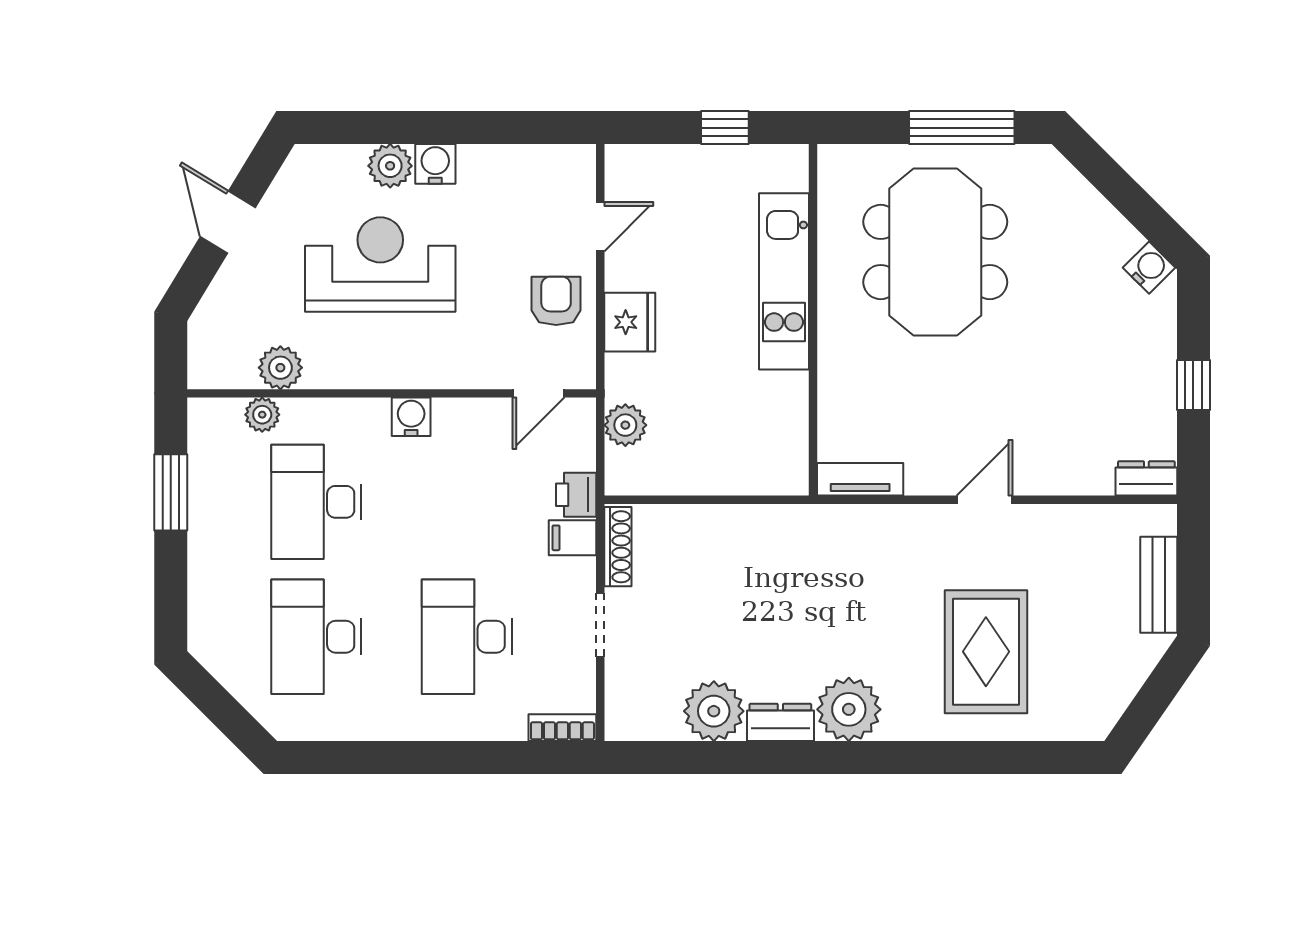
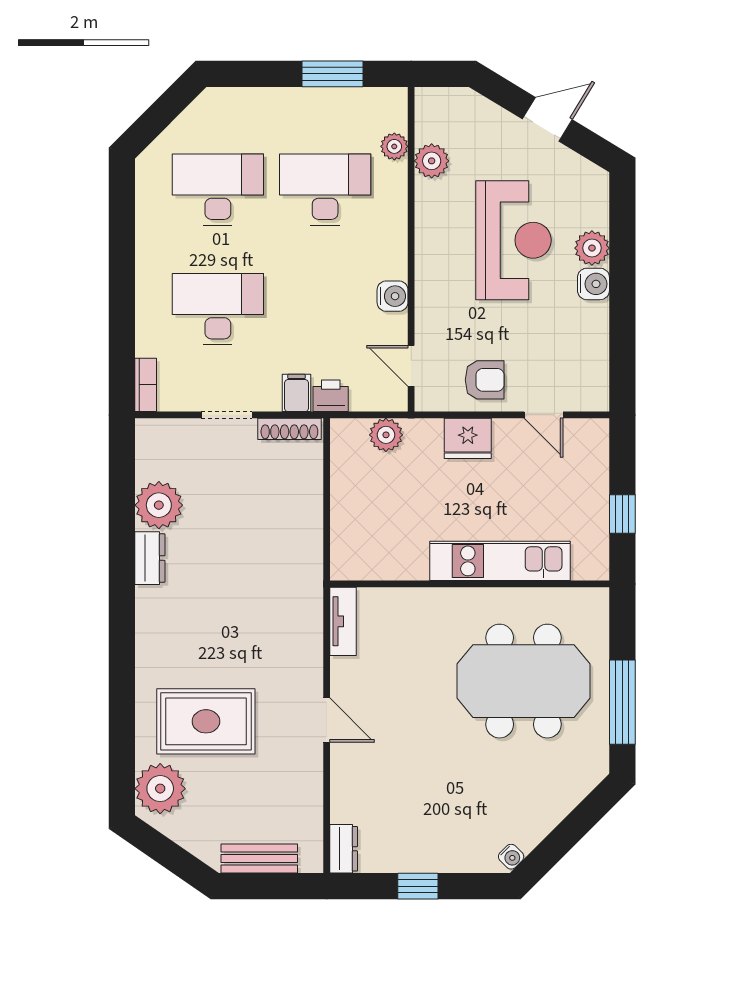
water cooler: (1149, 268) -> (511, 857), width x0.72, depth x0.72
water cooler: (411, 417) -> (393, 296), moved
plant: (849, 709) -> (160, 789), moved

